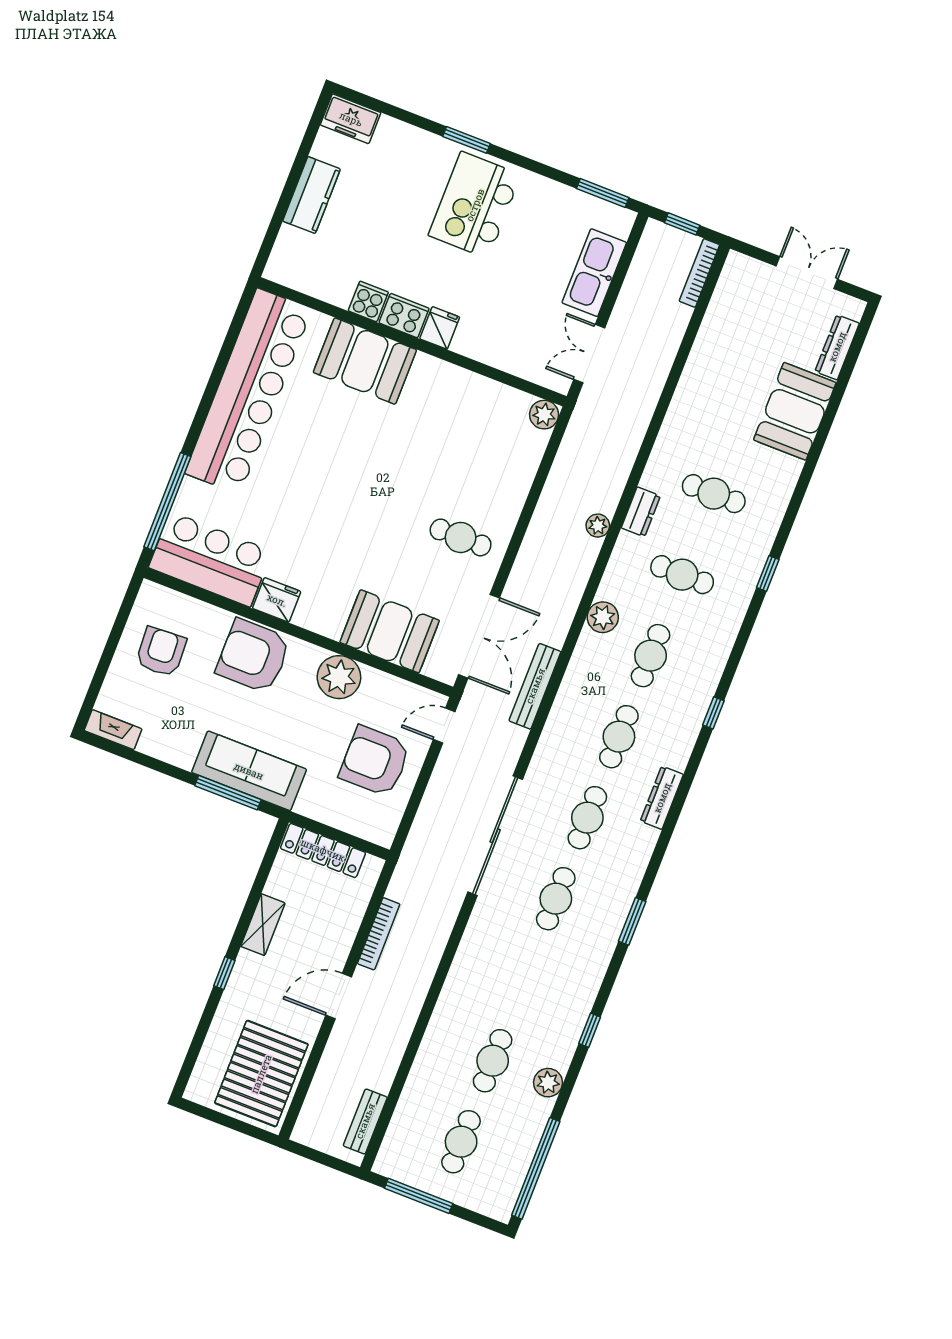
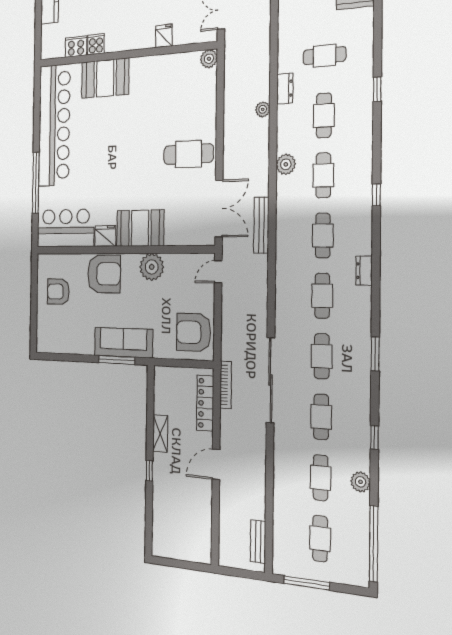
cooker: (404, 316) -> (76, 47), moved
fridge: (440, 328) -> (164, 36), moved
window: (167, 502) -> (36, 183), moved
cafe table: (461, 537) -> (189, 154), width x1.37, depth x1.35
cafe table: (682, 575) -> (324, 115), turned 90
booth: (390, 631) -> (140, 228), moved
armchair: (161, 652) -> (58, 292), turned -87
armchair: (253, 656) -> (104, 274), turned 180
fireplace: (113, 730) -> (49, 346), removed
armchair: (375, 761) -> (193, 332), moved
dresser: (662, 798) -> (364, 271), width x0.70
sliding door: (495, 836) -> (270, 380), moved
locker: (323, 850) -> (205, 403), moved, turned 90
bookcase: (379, 934) -> (226, 385), moved
cafe table: (524, 980) -> (321, 417), added
pallet: (261, 1074) -> (189, 528), removed

